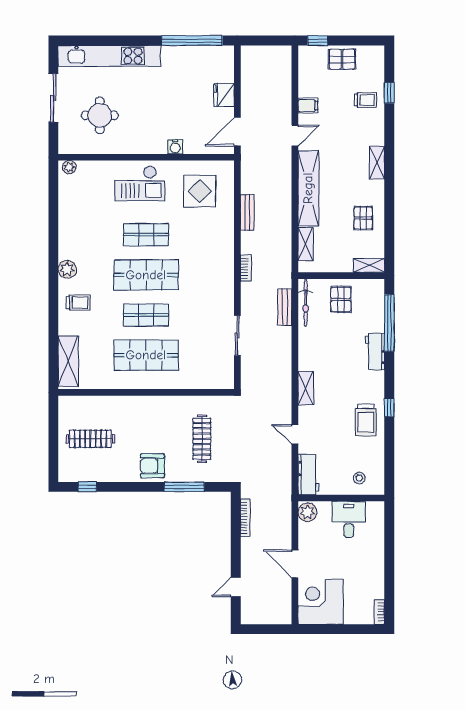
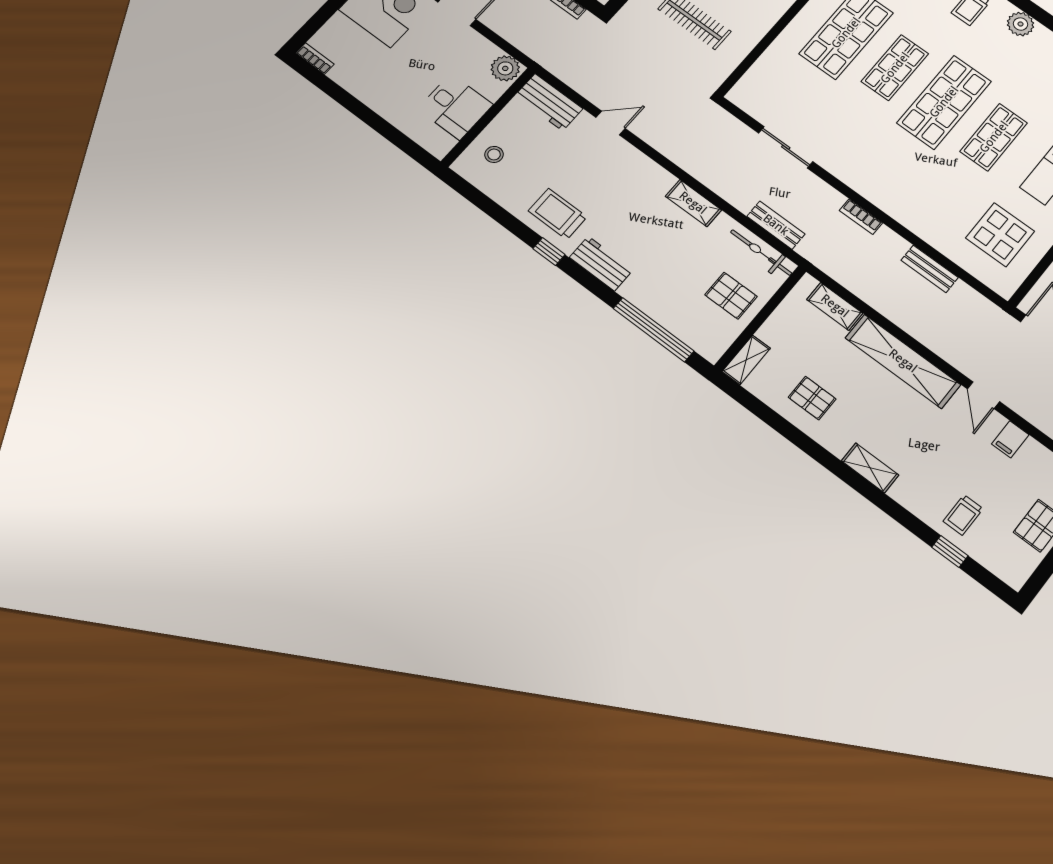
workbench: (375, 351) -> (601, 264), moved
shelving: (306, 388) -> (693, 203), moved

